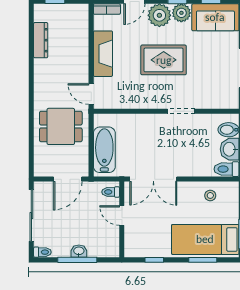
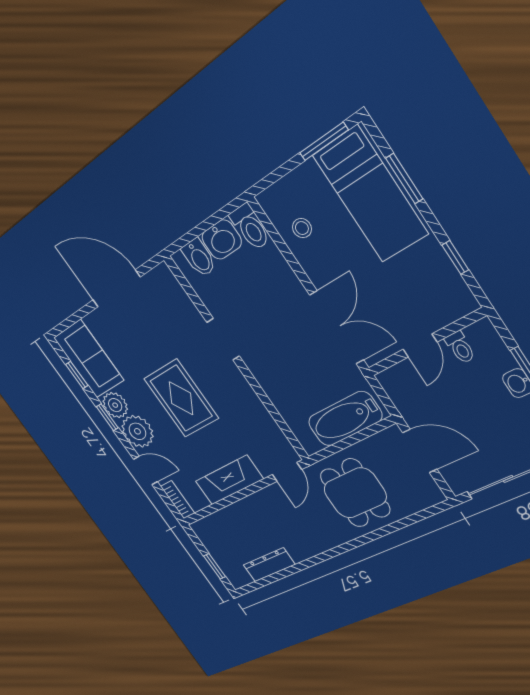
toilet: (111, 192) -> (460, 347), moved

